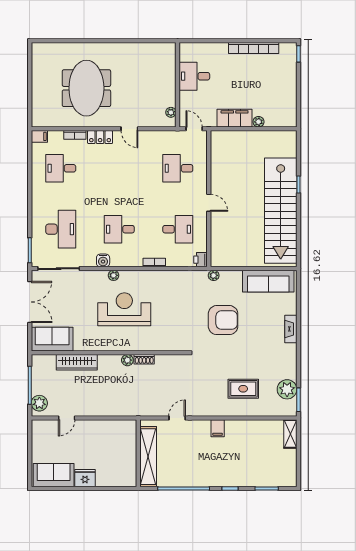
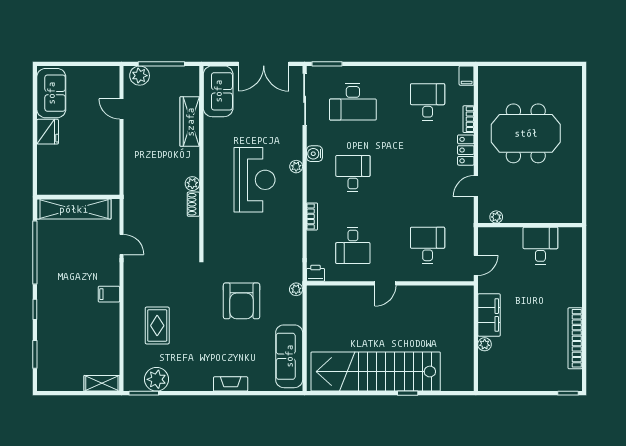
desk: (194, 76) -> (540, 246), moved
wall: (178, 85) -> (530, 225), moved
plant: (171, 112) -> (496, 217), moved

